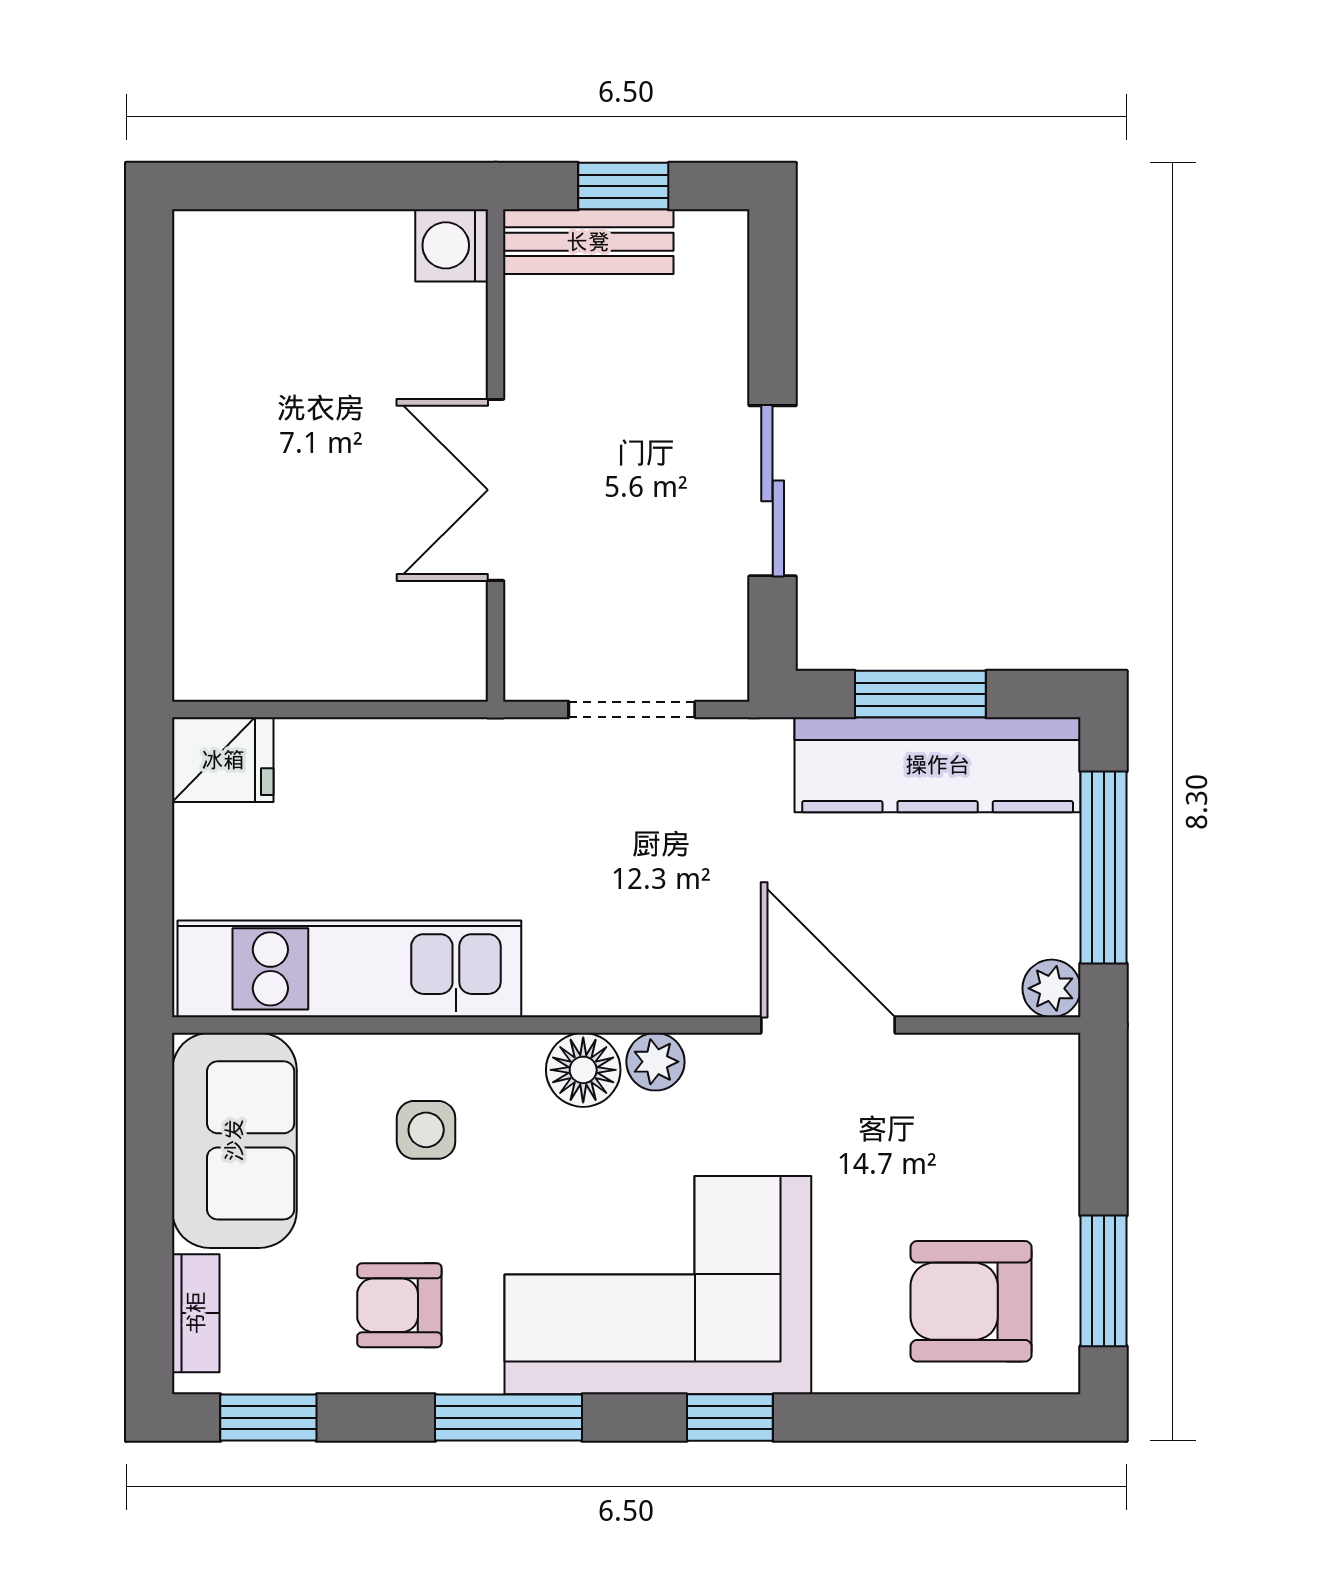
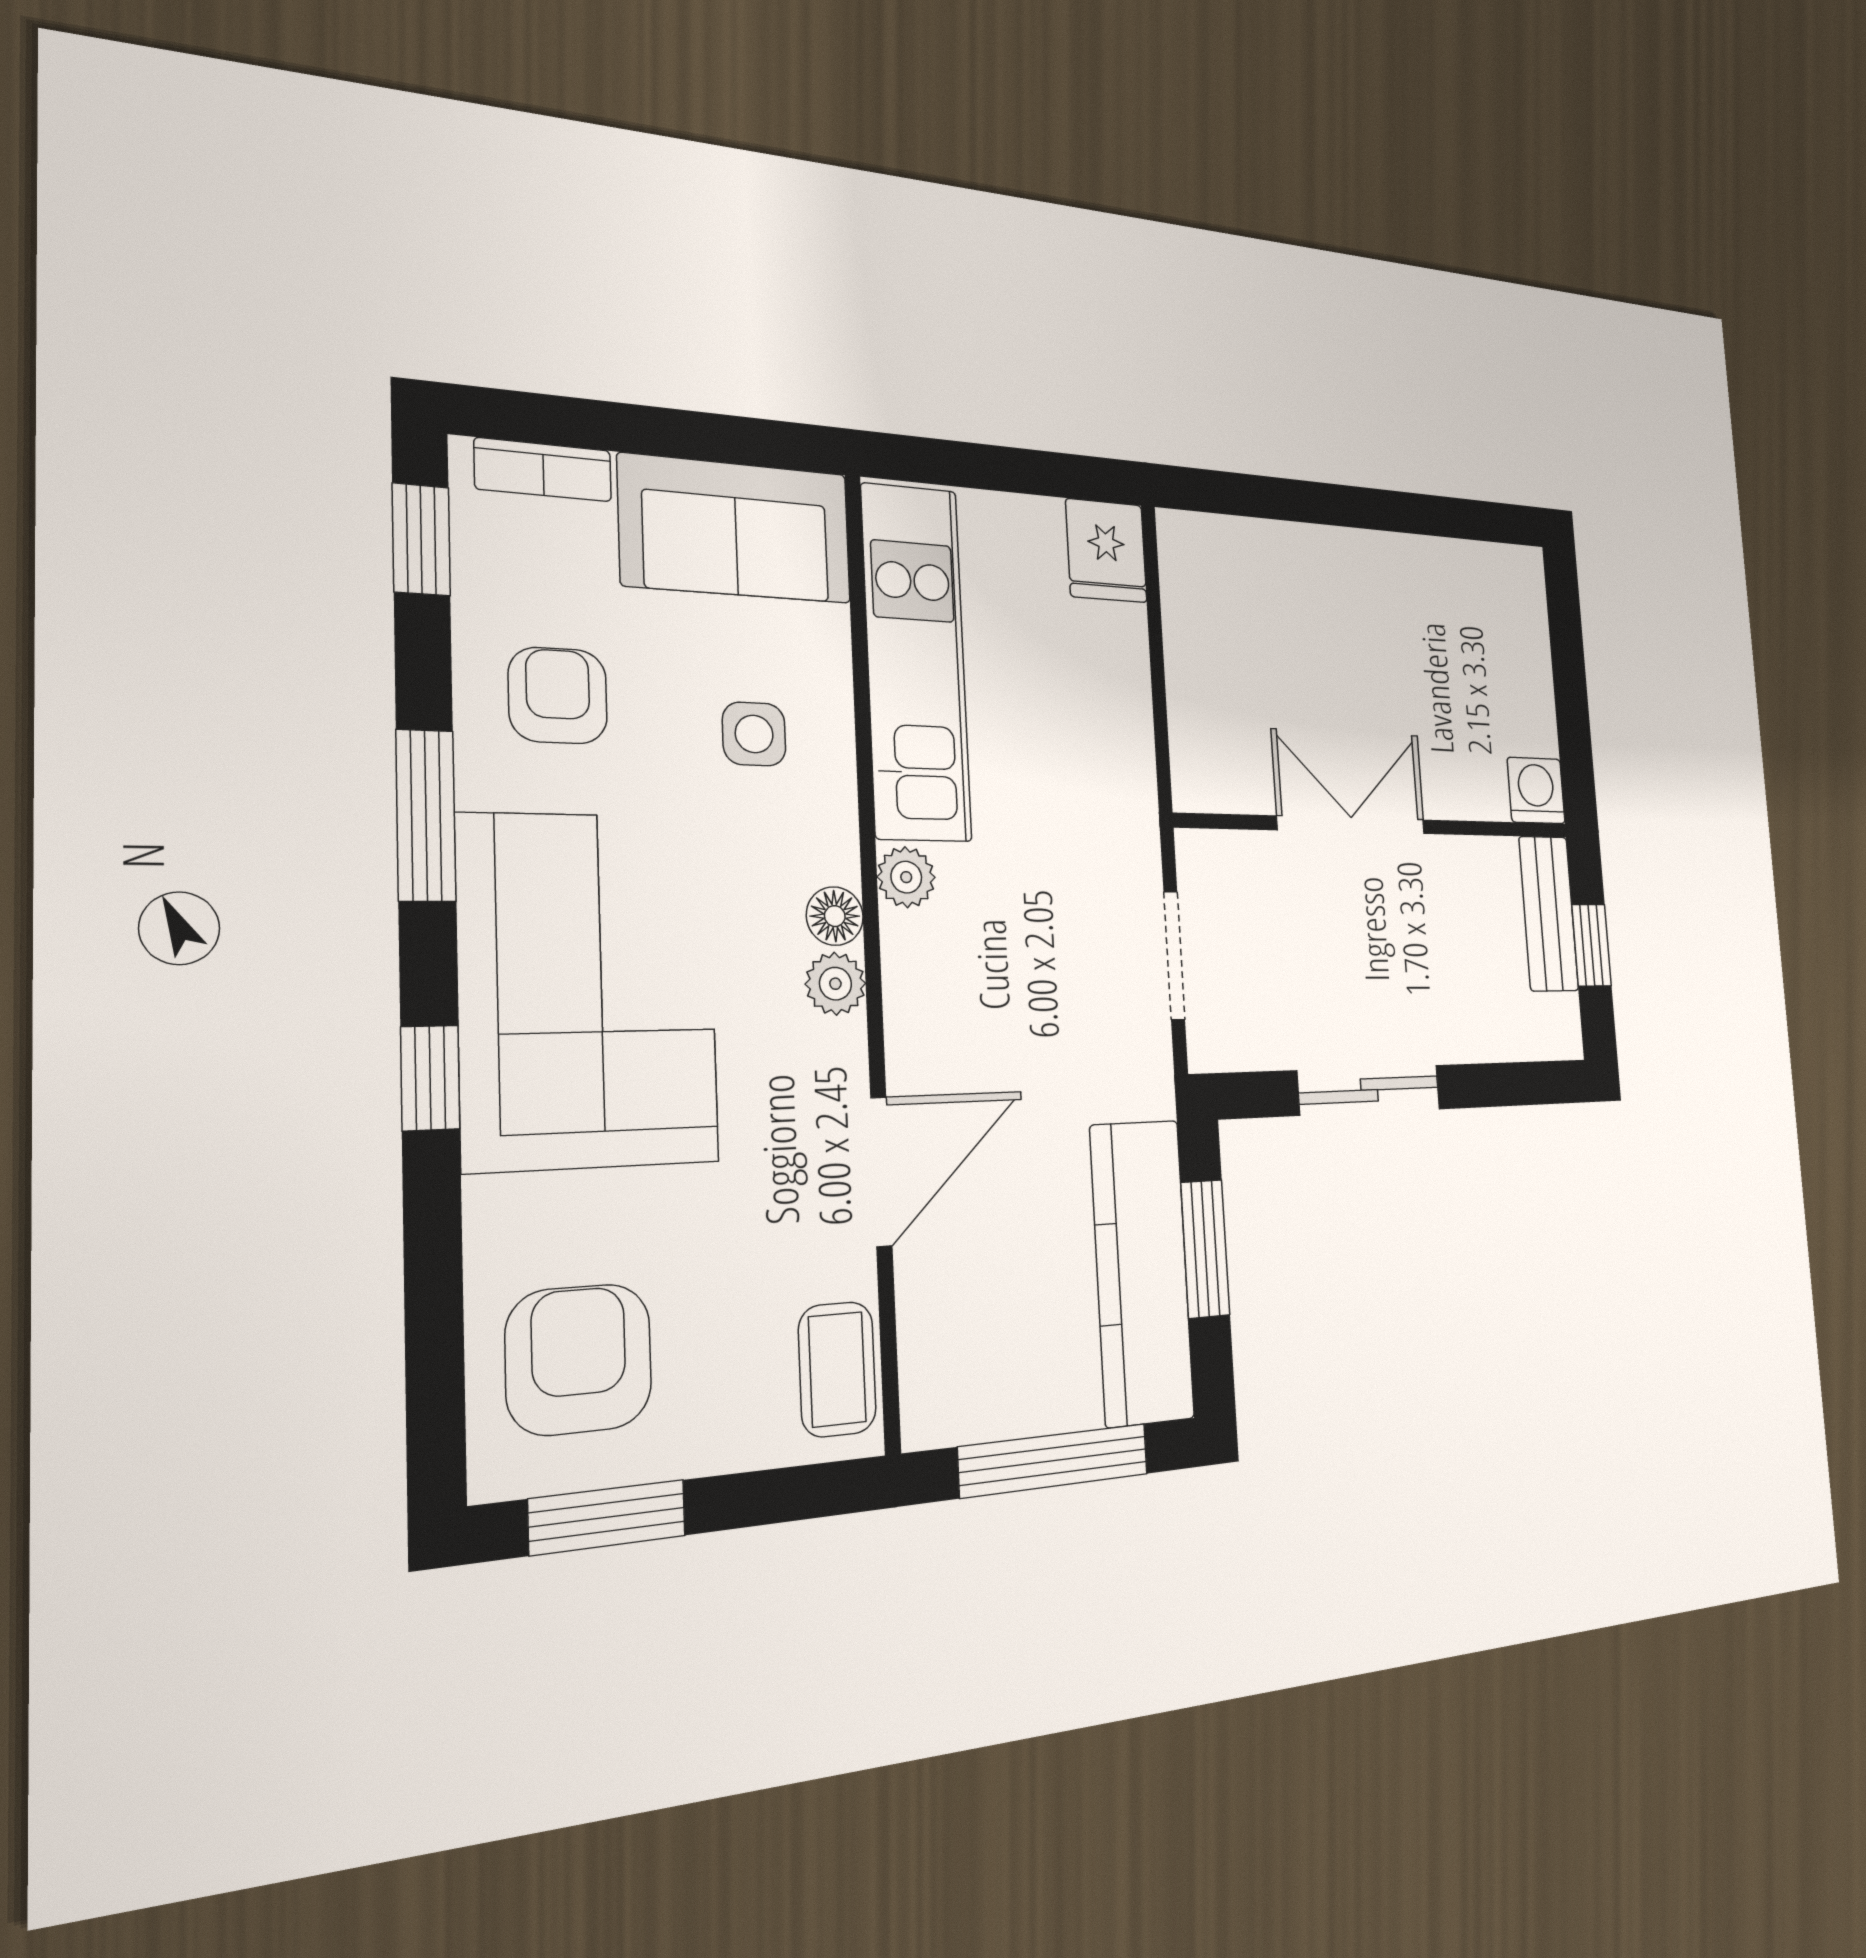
plant: (1052, 988) -> (906, 877), moved
floor lamp: (583, 1070) -> (835, 916), width x0.73, depth x0.73
coffee table: (1001, 1074) -> (837, 1369), added

